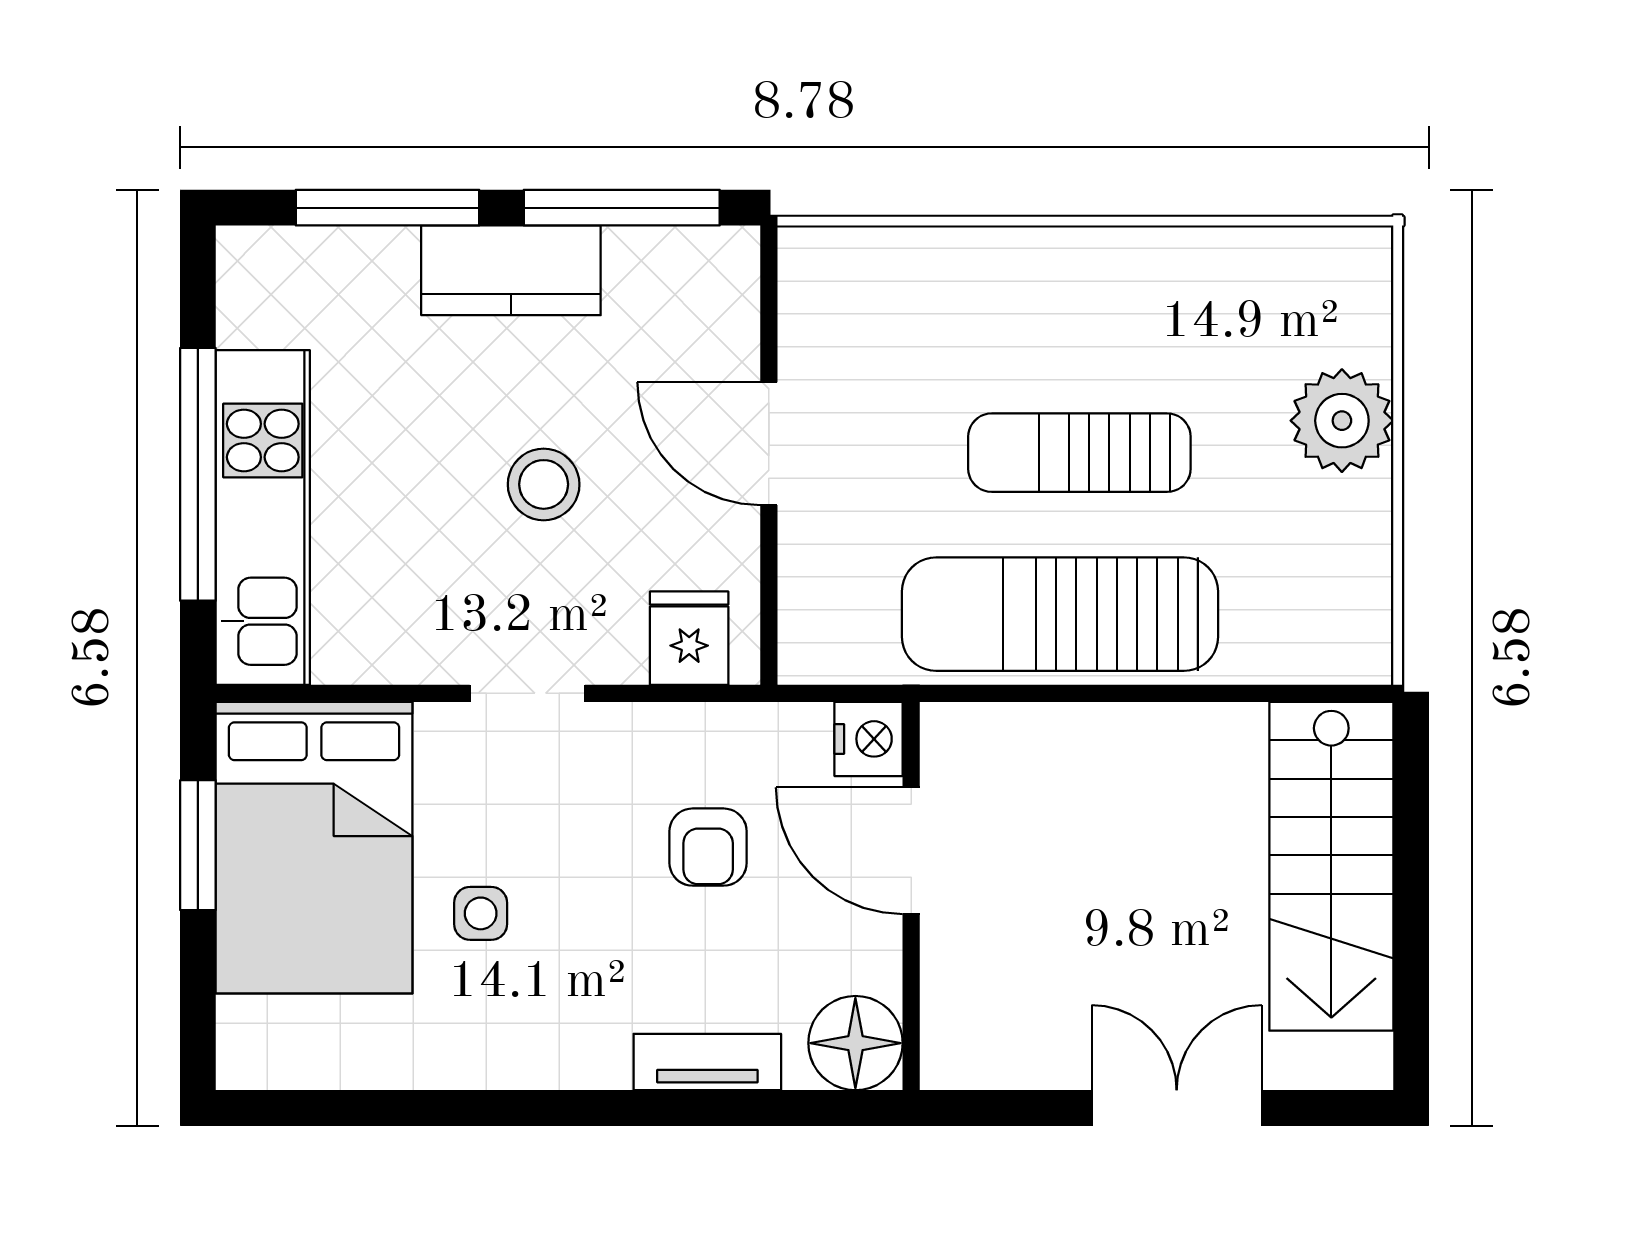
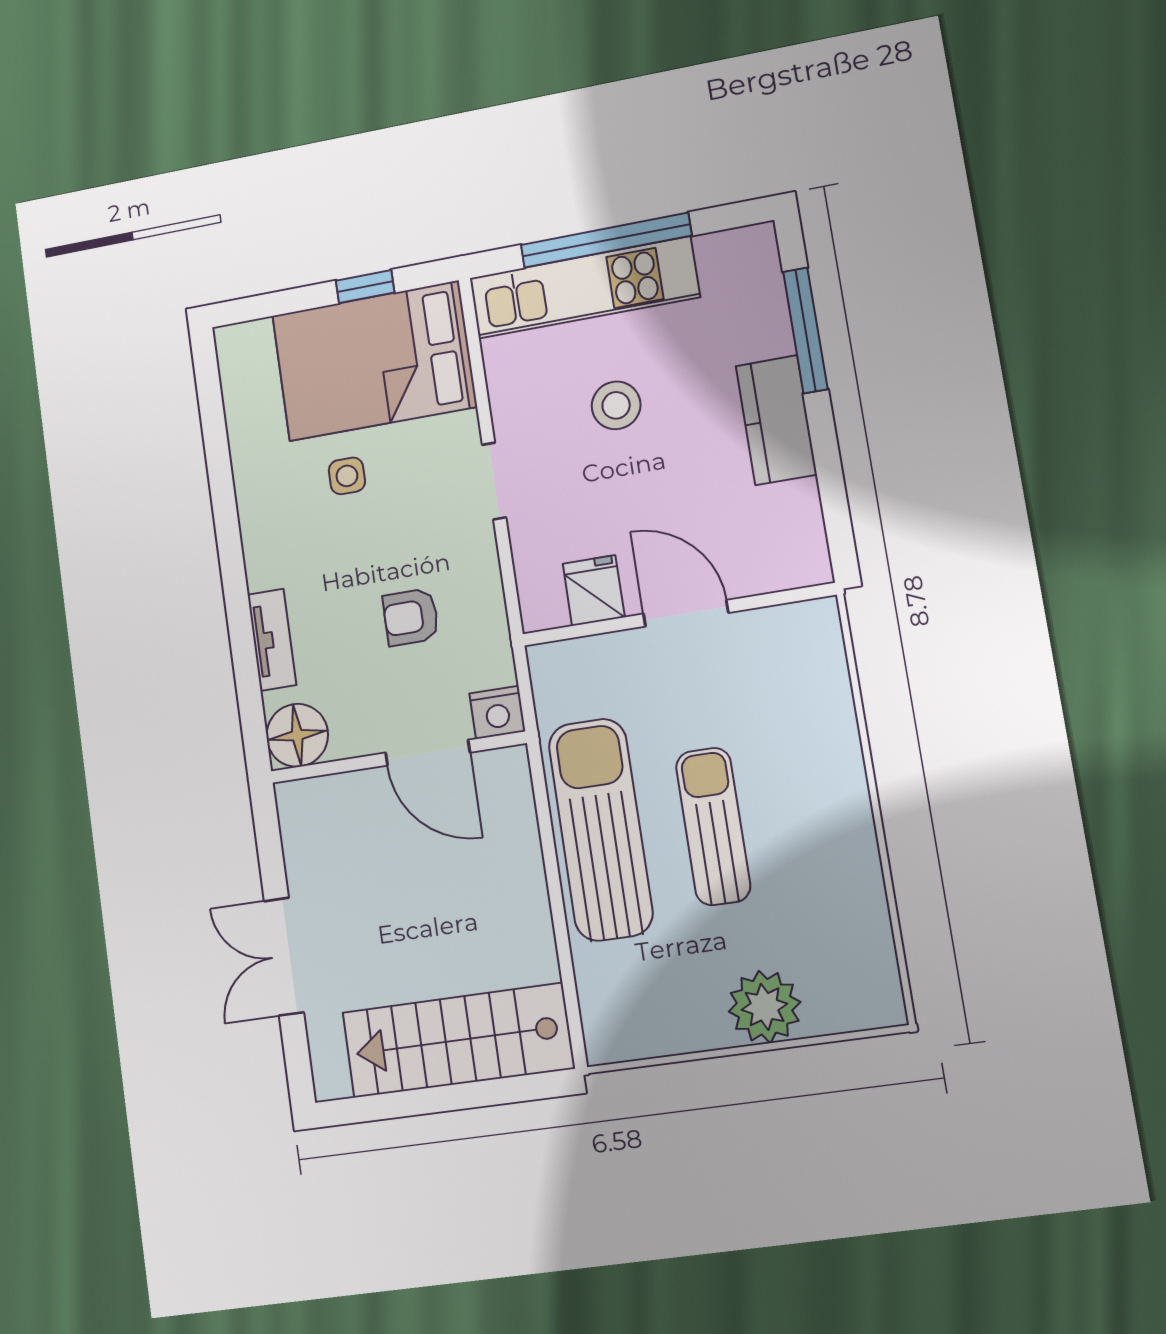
window: (622, 208) -> (832, 487), removed
door: (769, 444) -> (686, 613), hinge flipped
stool: (544, 484) -> (616, 405), moved
fridge: (689, 638) -> (594, 590), moved, turned -90
window: (198, 845) -> (365, 287), width x0.67
door: (911, 851) -> (428, 753), swing flipped
double door: (1177, 1108) -> (284, 957), swing flipped

